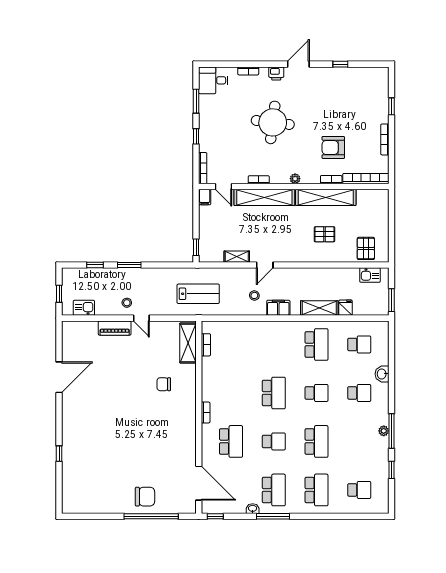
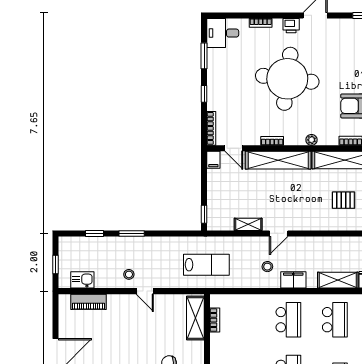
round table: (273, 122) -> (287, 79), width x1.36, depth x1.36
piano: (115, 328) -> (88, 302), moved
school desk: (274, 344) -> (288, 320), added

